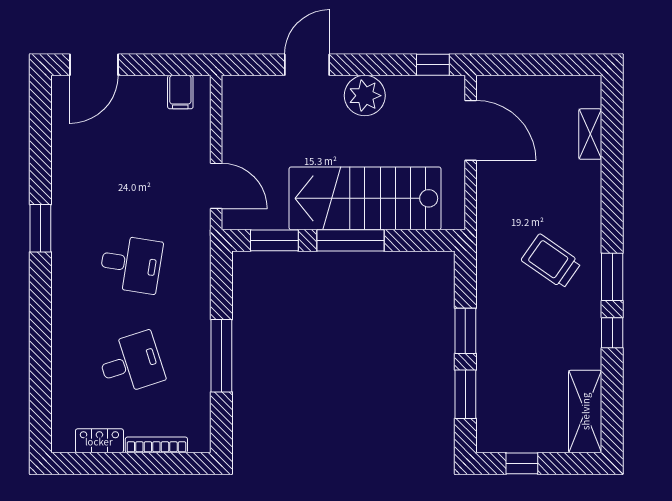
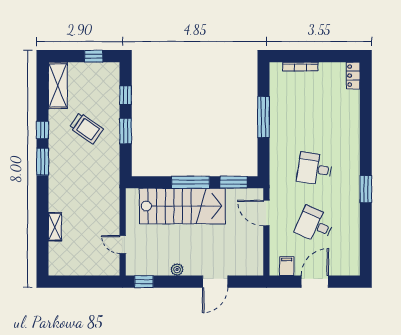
door: (94, 65) -> (315, 282), moved
plant: (365, 96) -> (177, 270), width x0.53, depth x0.53
door: (471, 130) -> (123, 245), width x0.53
shelving: (590, 134) -> (55, 227), moved
trolley: (551, 261) -> (86, 128), moved
desk: (131, 363) -> (315, 225), moved, turned 42
window: (465, 394) -> (126, 95), width x0.67
locker: (99, 441) -> (353, 76), moved, turned 90

